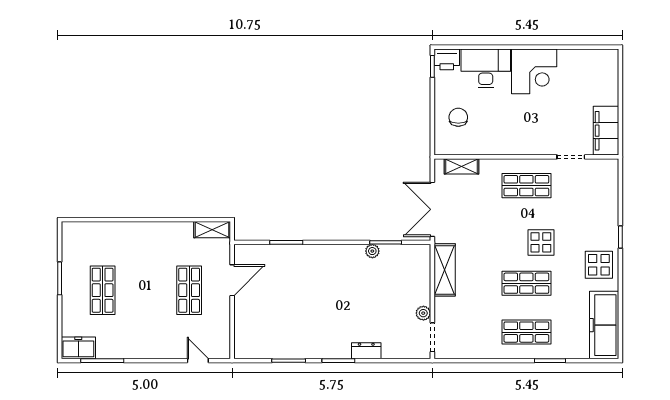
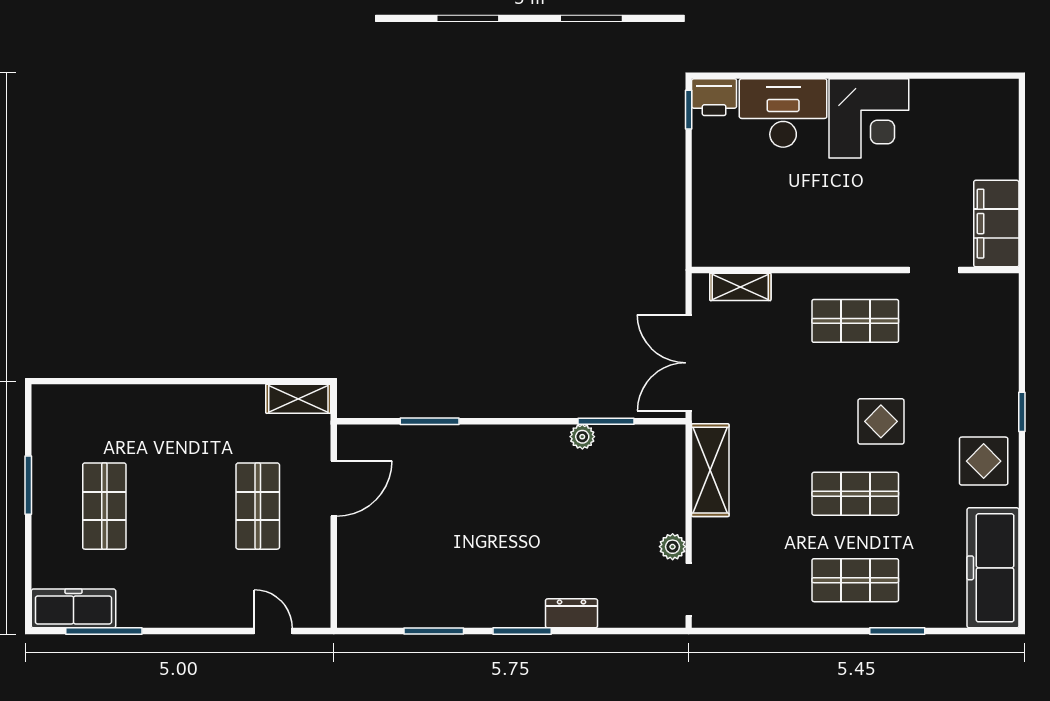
chair: (458, 117) -> (735, 200), removed
freezer: (78, 348) -> (73, 608), width x1.40

